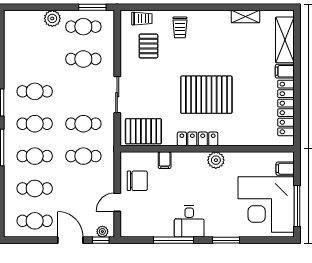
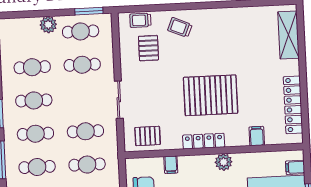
shelving: (245, 17) -> (247, 13), removed
trolley: (142, 19) -> (140, 20), turned 180
trolley: (180, 27) -> (180, 27), turned 113
cafe table: (35, 59) -> (32, 67), added
filing cabinet: (285, 71) -> (257, 136), moved, turned 90
pallet: (143, 131) -> (148, 136), width x0.67, depth x0.71

